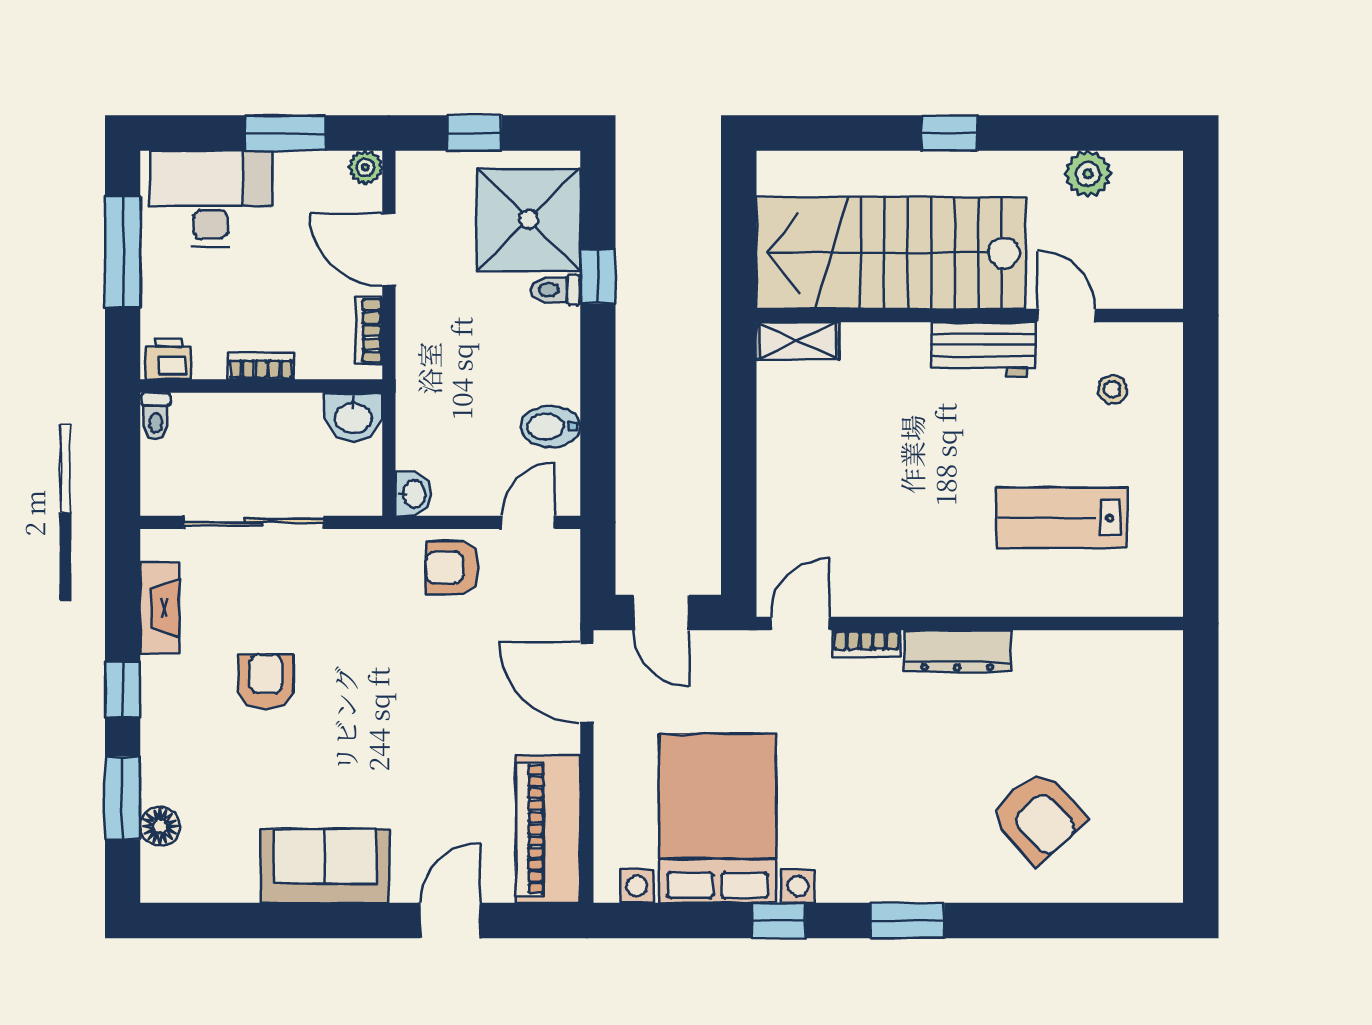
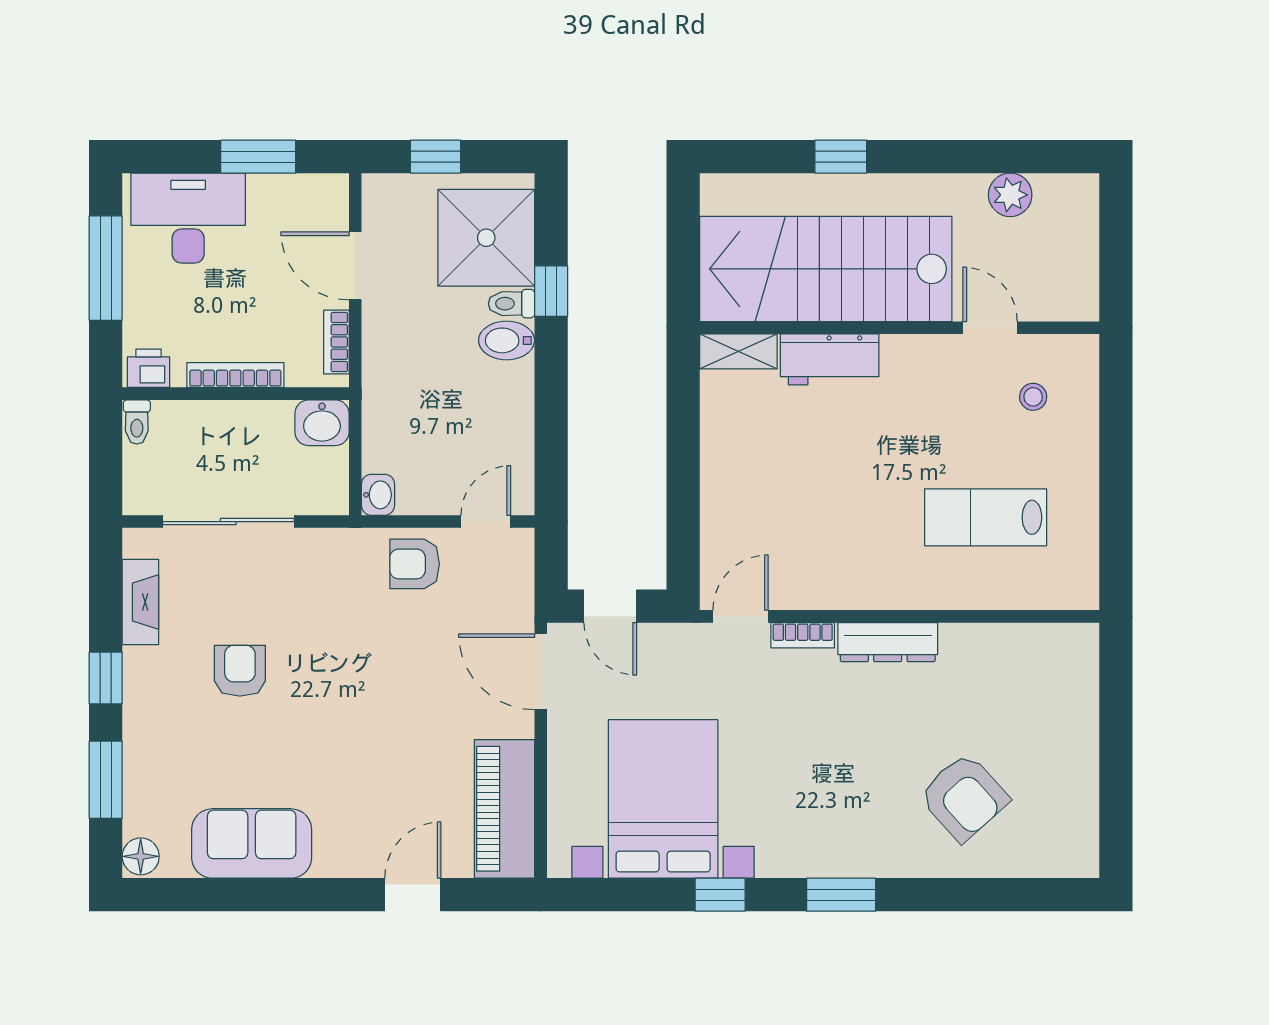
window: (949, 133) -> (841, 157), moved
plant: (365, 167) -> (333, 189), removed
workbench: (983, 349) -> (830, 359), moved
bookcase: (261, 366) -> (235, 375), width x1.56
bidet: (550, 427) -> (507, 340), moved
floor lamp: (160, 826) -> (141, 856), moved
sofa: (325, 866) -> (252, 843), moved

